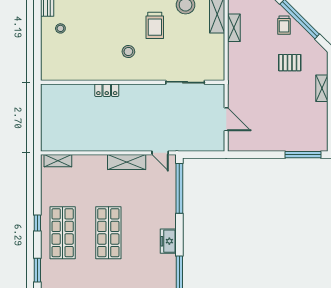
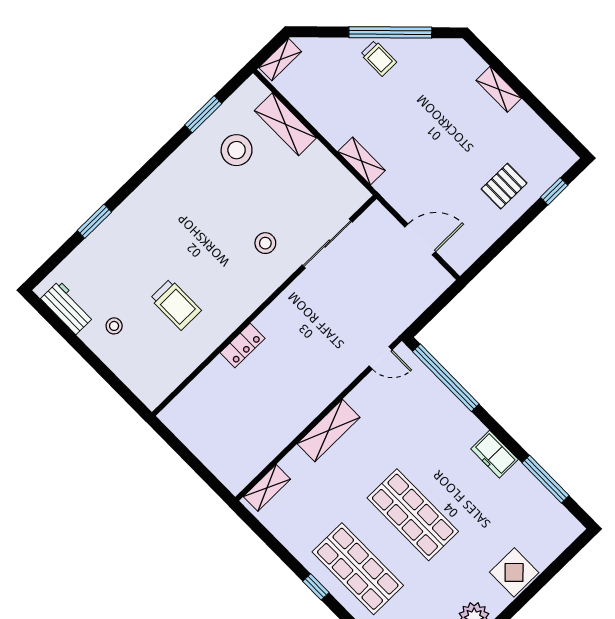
trolley: (155, 25) -> (176, 304), moved
shelving: (234, 28) -> (362, 161), moved
stool: (128, 52) -> (265, 243), moved
pallet: (290, 63) -> (504, 186), moved
window: (303, 155) -> (554, 191), width x0.46
shelving: (127, 162) -> (329, 431), moved

